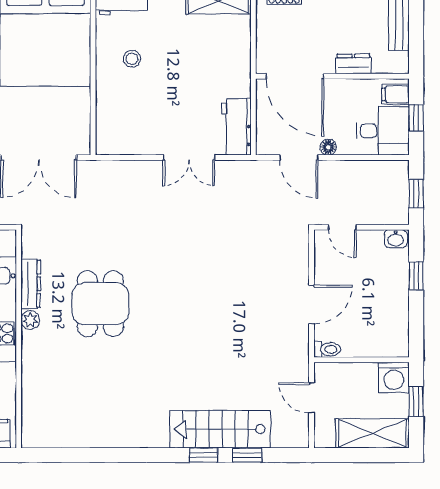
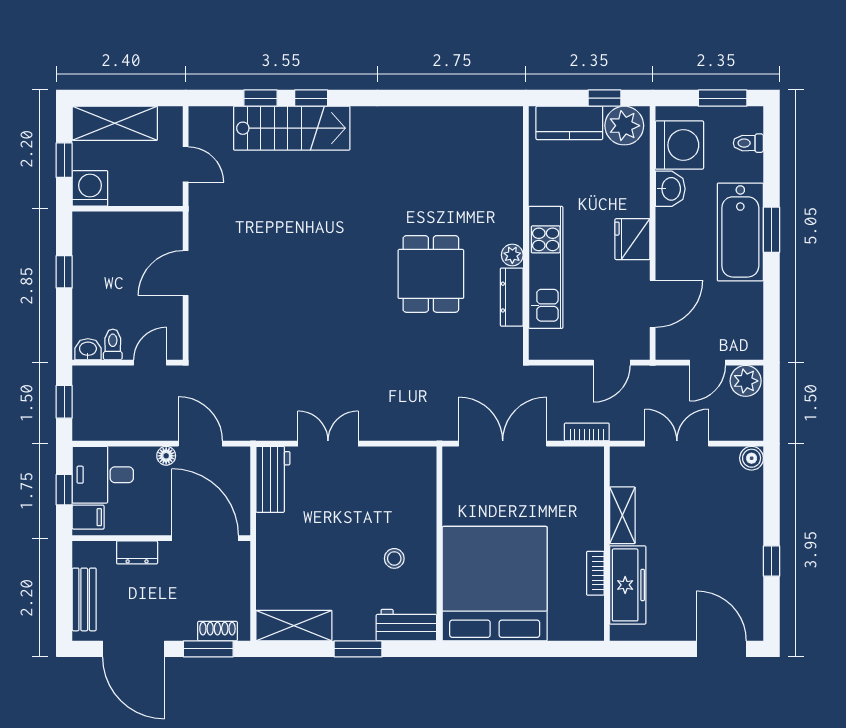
door: (342, 227) -> (150, 363), hinge flipped
window: (416, 276) -> (64, 272), moved
toilet: (327, 349) -> (113, 345), moved, turned 90

